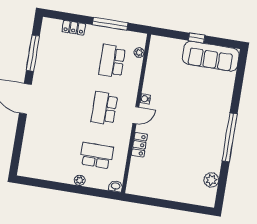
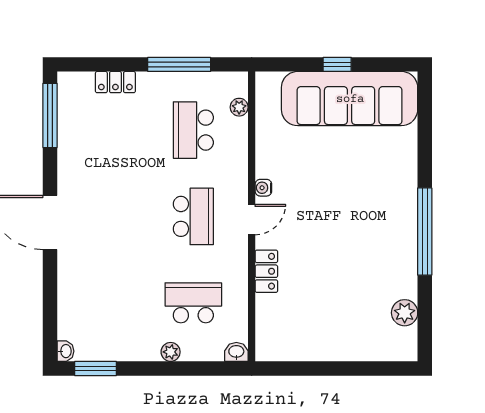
window: (33, 53) -> (50, 115), moved
sofa: (211, 56) -> (350, 99), width x1.36, depth x1.27
school desk: (104, 108) -> (193, 216), turned 180
washbasin: (22, 170) -> (65, 351), added
window: (37, 183) -> (95, 368), added

